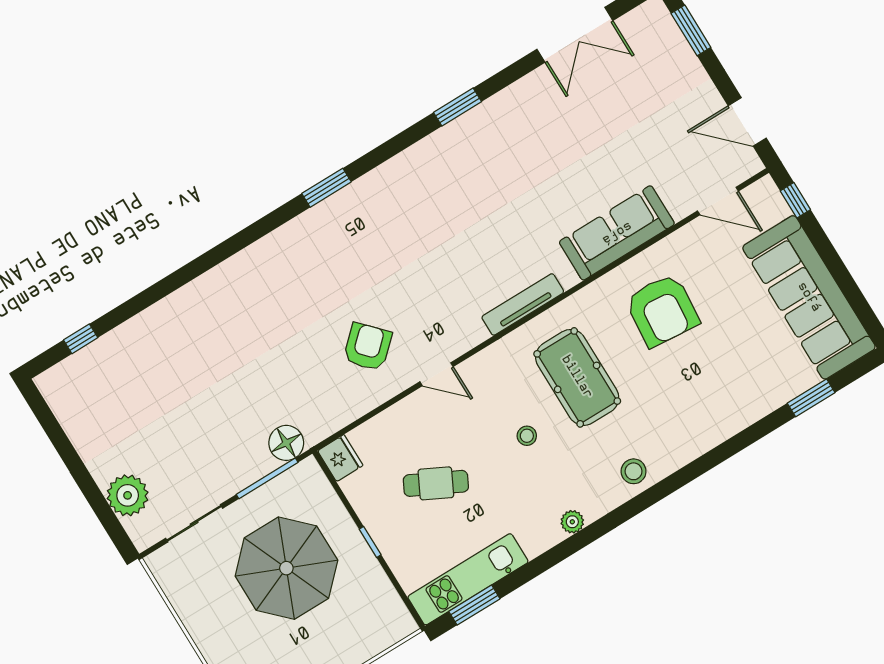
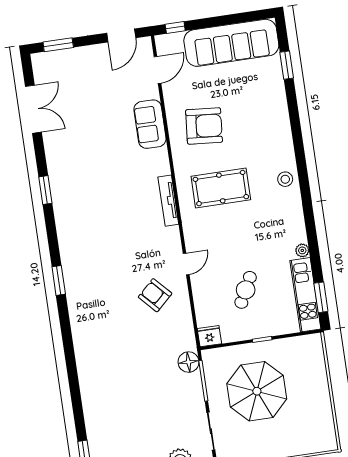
sofa: (617, 233) -> (150, 124), width x0.73
stool: (527, 436) -> (241, 229), removed
plant: (572, 522) -> (302, 250), moved

